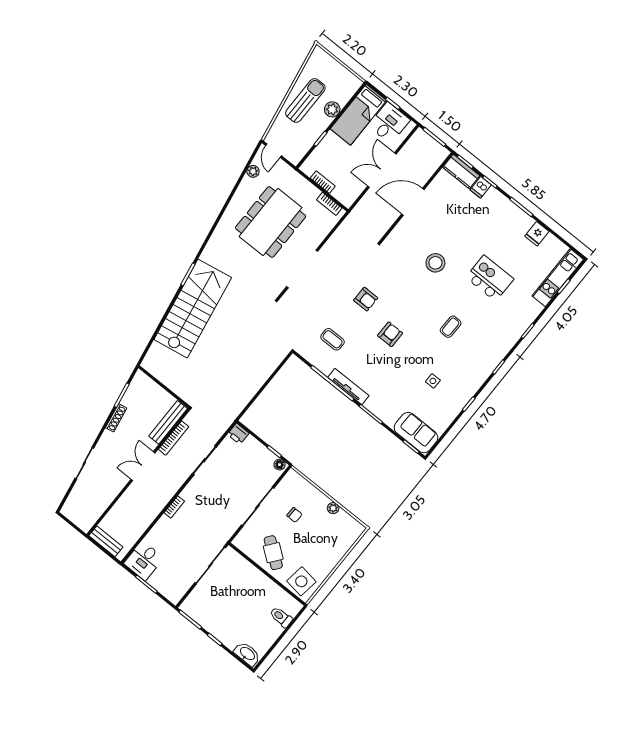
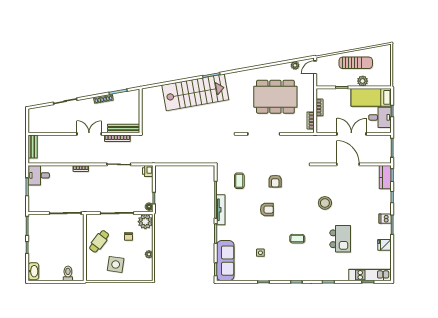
dishwasher: (481, 187) -> (385, 219), moved
sofa: (416, 433) -> (225, 261), width x1.36
plant: (293, 482) -> (145, 222), added
side table: (301, 581) -> (116, 264), moved

